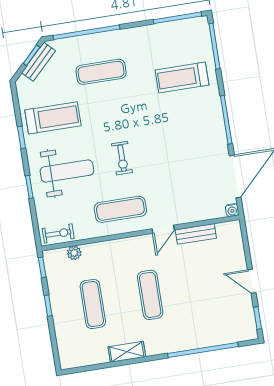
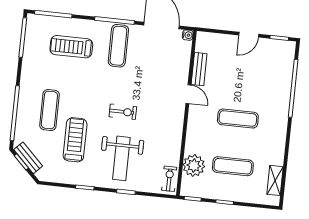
treadmill: (182, 77) -> (71, 47), turned 90
treadmill: (53, 118) -> (75, 140), moved
weight bench: (67, 171) -> (121, 158), turned 180
exercise mat: (120, 209) -> (118, 46), moved
plant: (74, 253) -> (194, 166), width x1.87, depth x1.87
shelving: (127, 352) -> (275, 180), moved

